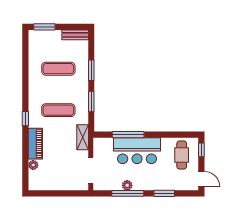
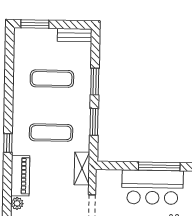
window: (128, 135) -> (159, 166), moved

